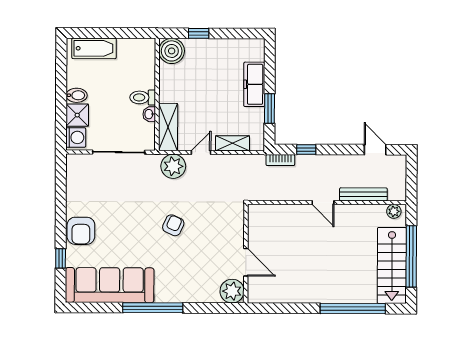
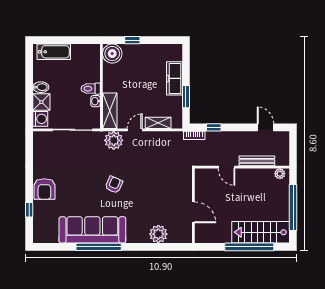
wall: (246, 254) -> (193, 206), moved
door: (246, 262) -> (193, 212), moved
stairs: (392, 266) -> (261, 232), moved, turned 90
sofa: (110, 285) -> (92, 230), moved

